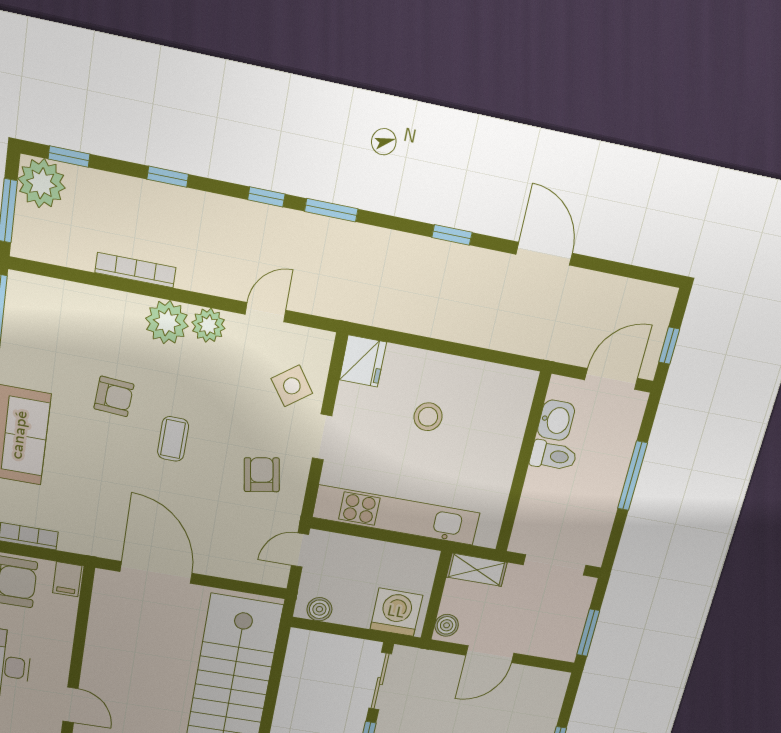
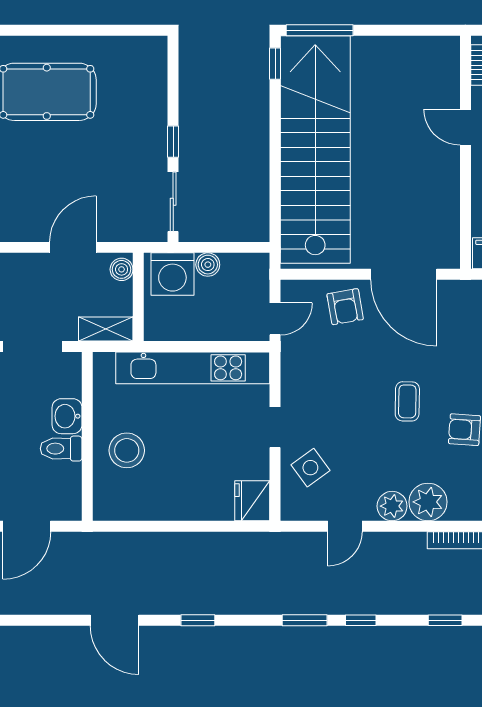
stool: (428, 417) -> (127, 450), moved, width x1.38, depth x1.38
washbasin: (556, 420) -> (67, 416), moved
armchair: (262, 475) -> (345, 307), moved
boiler: (319, 609) -> (208, 265), moved

